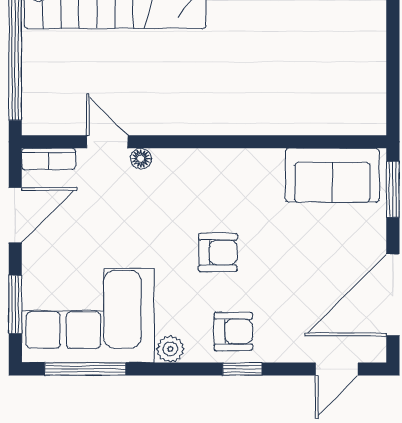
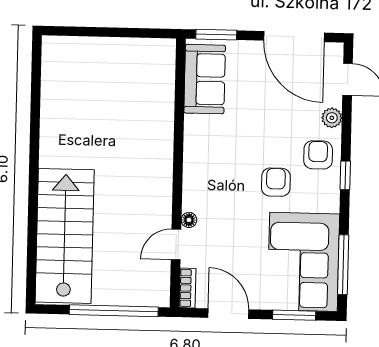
armchair: (218, 253) -> (276, 182), moved
plant: (170, 349) -> (332, 118), moved
window: (242, 369) -> (345, 175), moved

